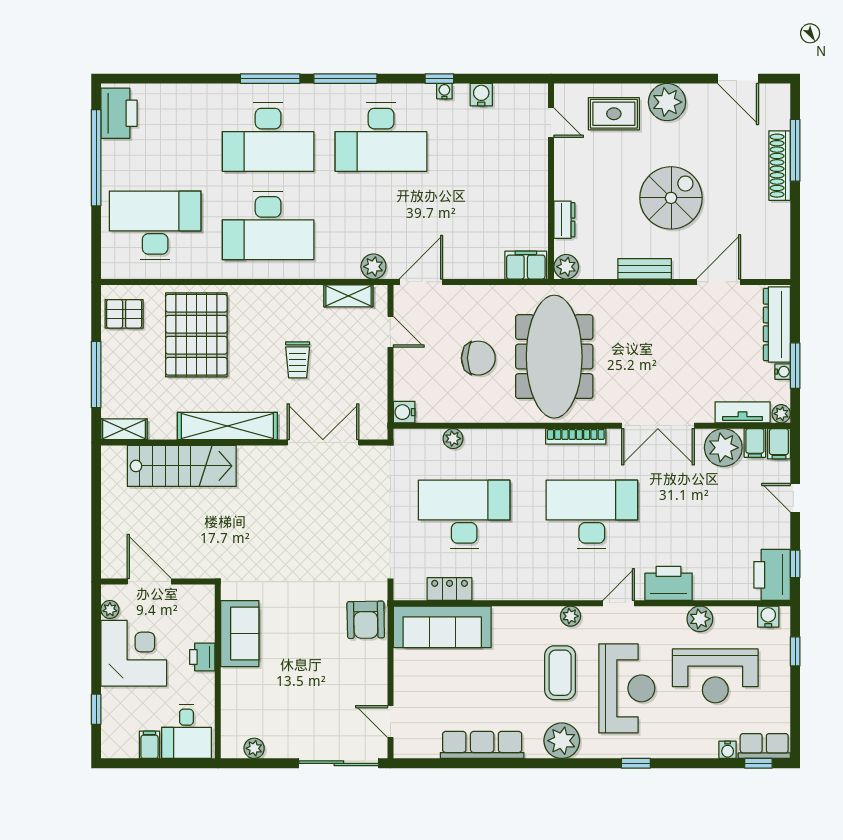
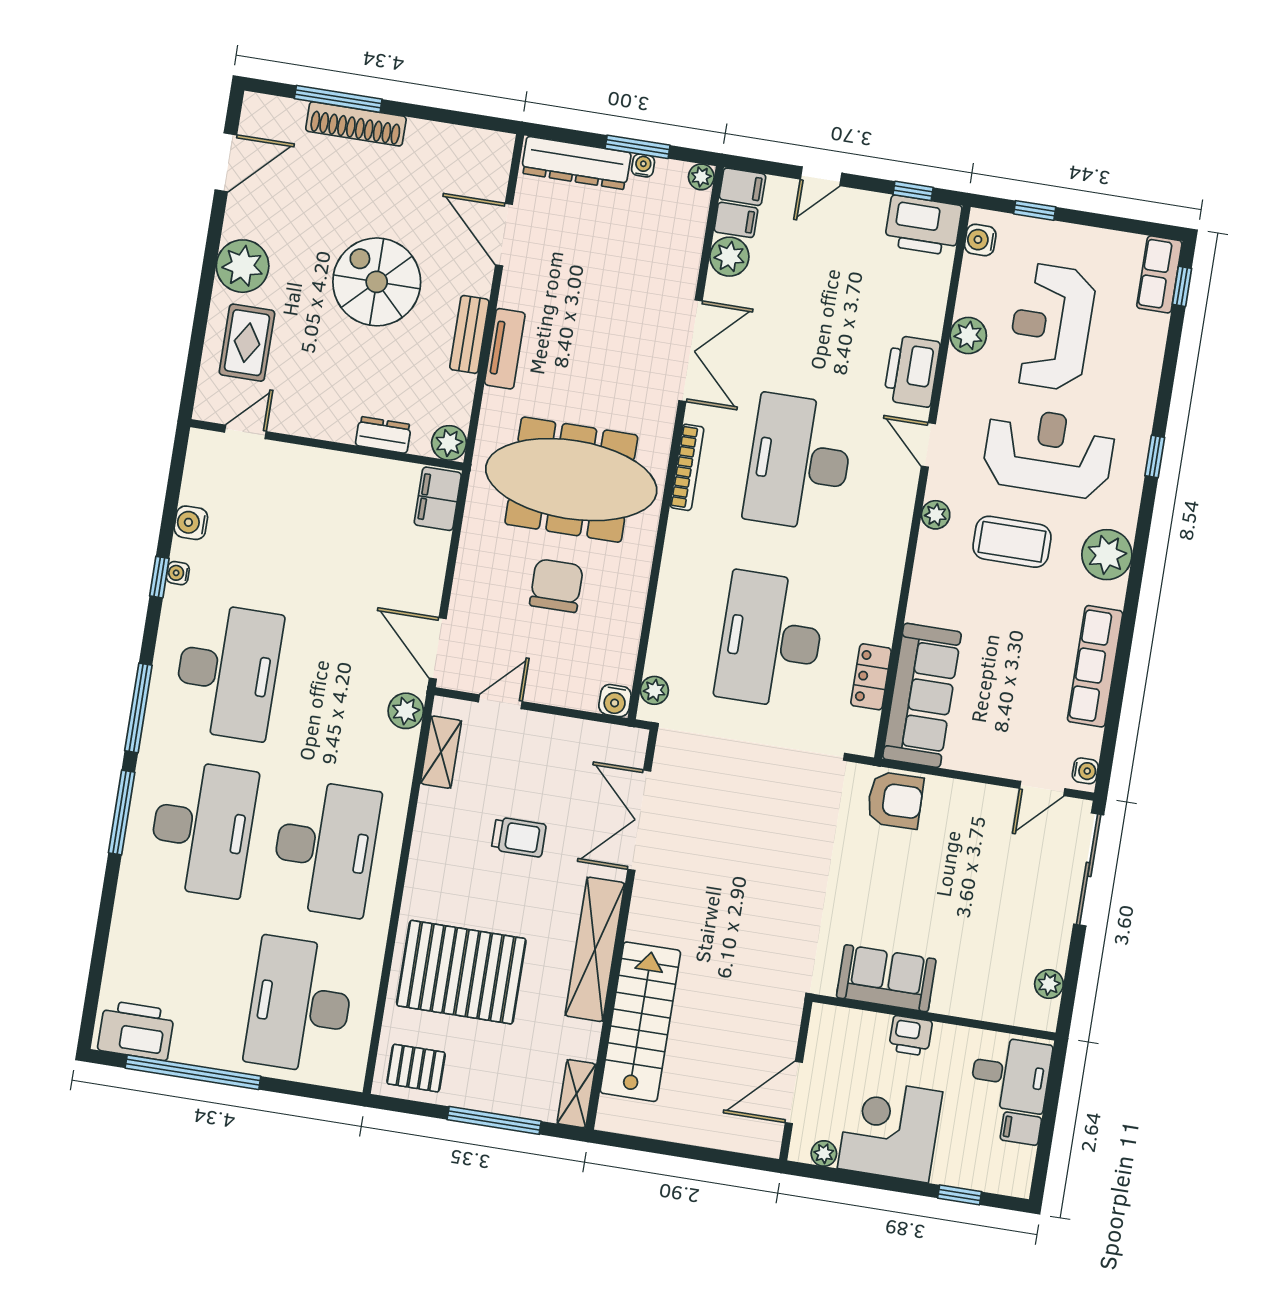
pallet: (124, 314) -> (416, 1068), turned 90
tv unit: (743, 412) -> (505, 349), moved, turned 180
plant: (453, 439) -> (654, 690), moved
plant: (723, 448) -> (729, 257), width x0.73, depth x0.73
reception desk: (715, 676) -> (1051, 327), turned 180
water cooler: (728, 750) -> (1085, 771), moved

